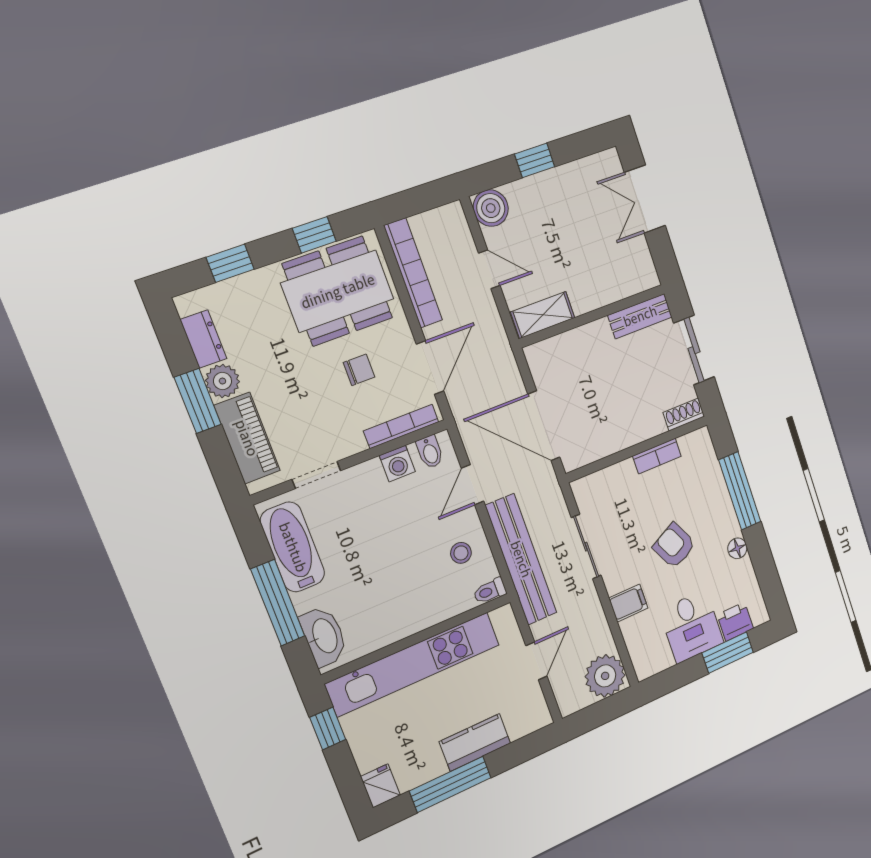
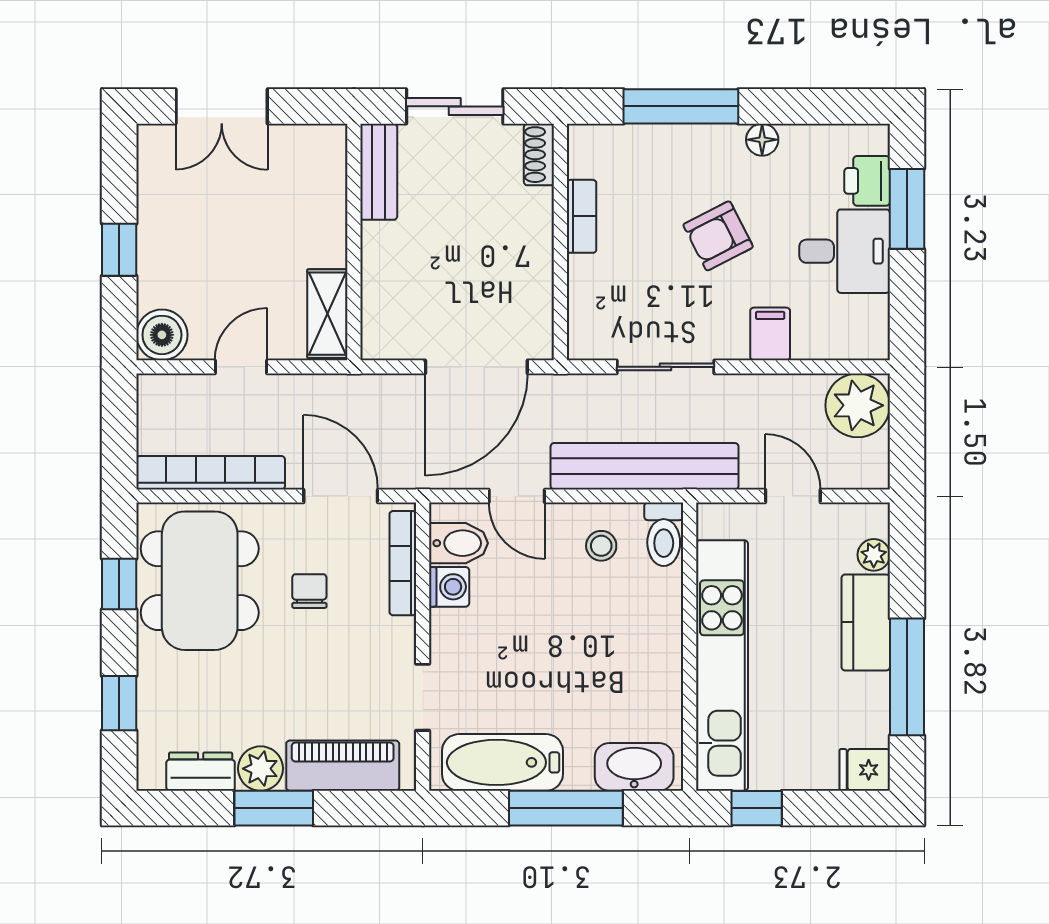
bidet: (430, 452) -> (458, 543), width x1.38, depth x1.36
toilet: (490, 591) -> (664, 534), width x1.37, depth x1.39
plant: (519, 728) -> (874, 555), added

